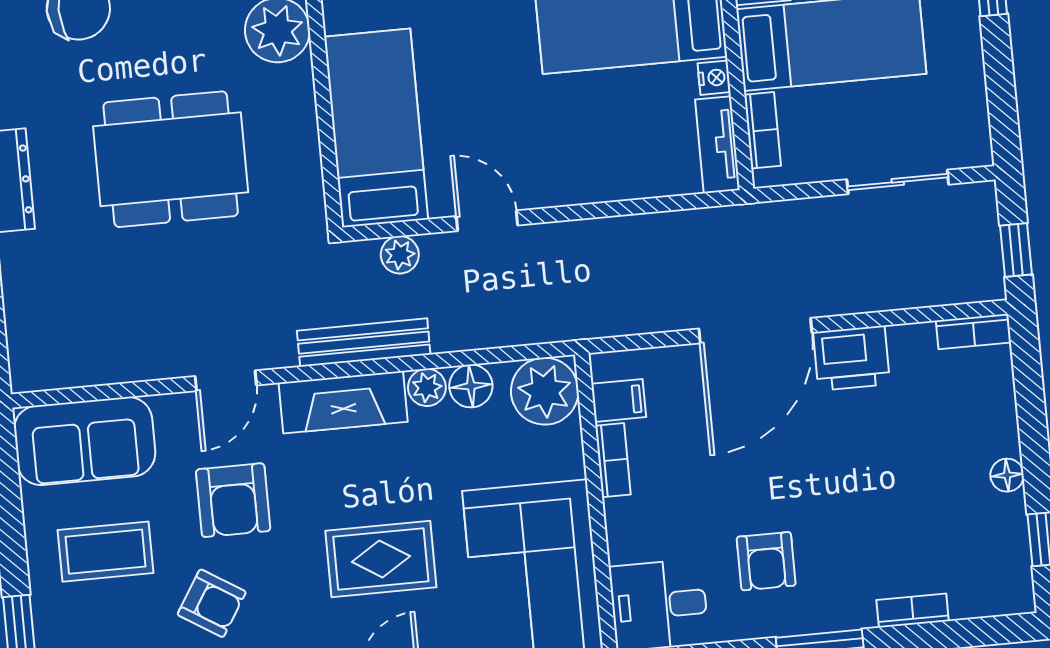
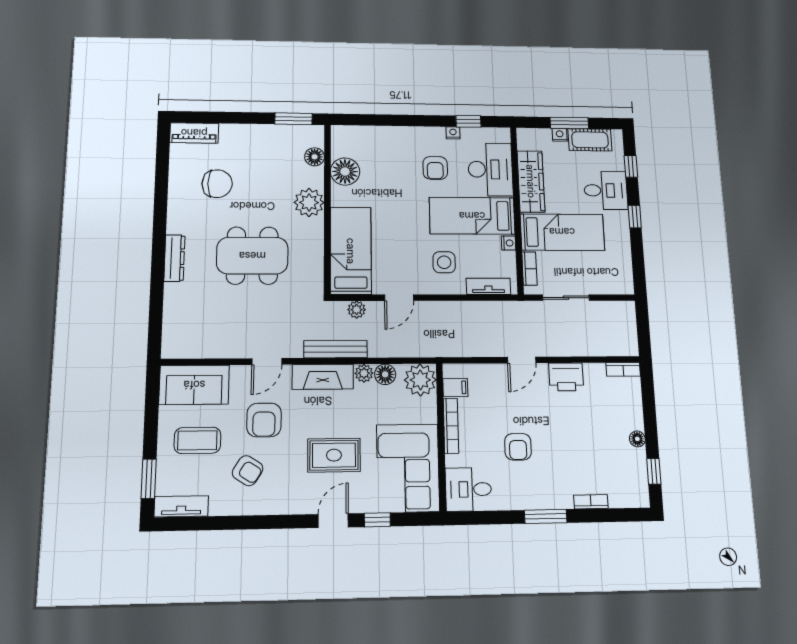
side table: (577, 134) -> (444, 262), added
tv unit: (717, 145) -> (488, 286), moved, turned 90
sliding door: (898, 182) -> (566, 298), moved
door: (487, 221) -> (399, 298), swing flipped
window: (1016, 250) -> (643, 333), removed
door: (755, 331) -> (522, 360), width x0.53
bookcase: (613, 460) -> (451, 426), width x1.56
armchair: (766, 561) -> (518, 447), moved

